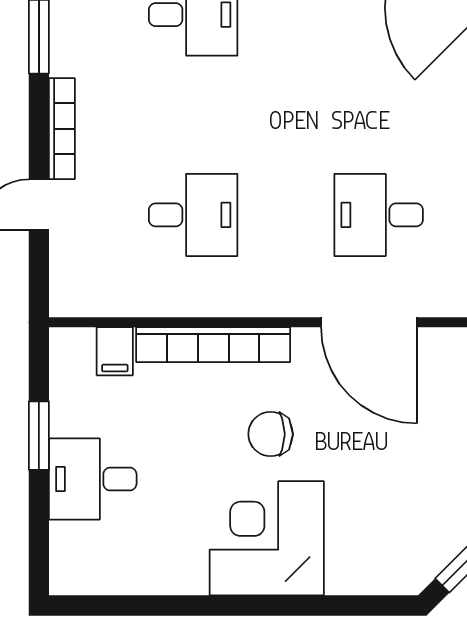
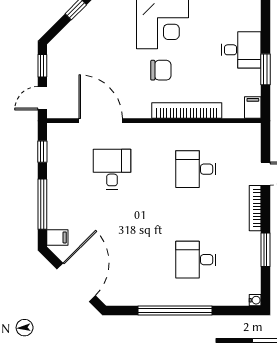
desk: (379, 215) -> (112, 169), turned -90
door: (369, 322) -> (101, 121), moved
filing cabinet: (115, 351) -> (253, 108), moved

